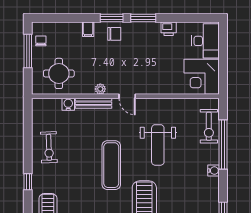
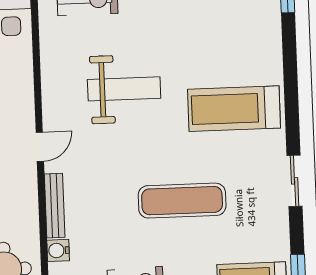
plant: (100, 89) -> (29, 195), removed
exercise mat: (111, 165) -> (182, 201), moved

